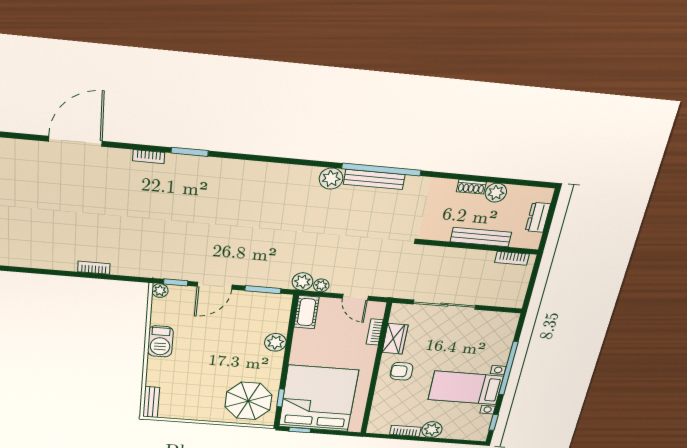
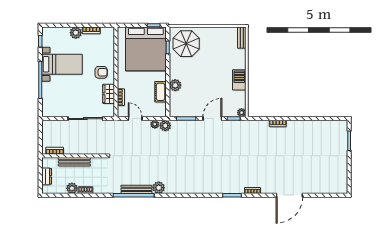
cot: (306, 312) -> (161, 92), moved

